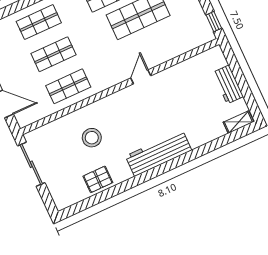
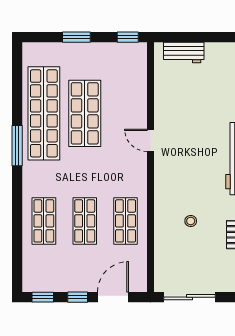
workbench: (228, 84) -> (184, 52), moved
stool: (92, 138) -> (191, 221), width x0.53, depth x0.53

